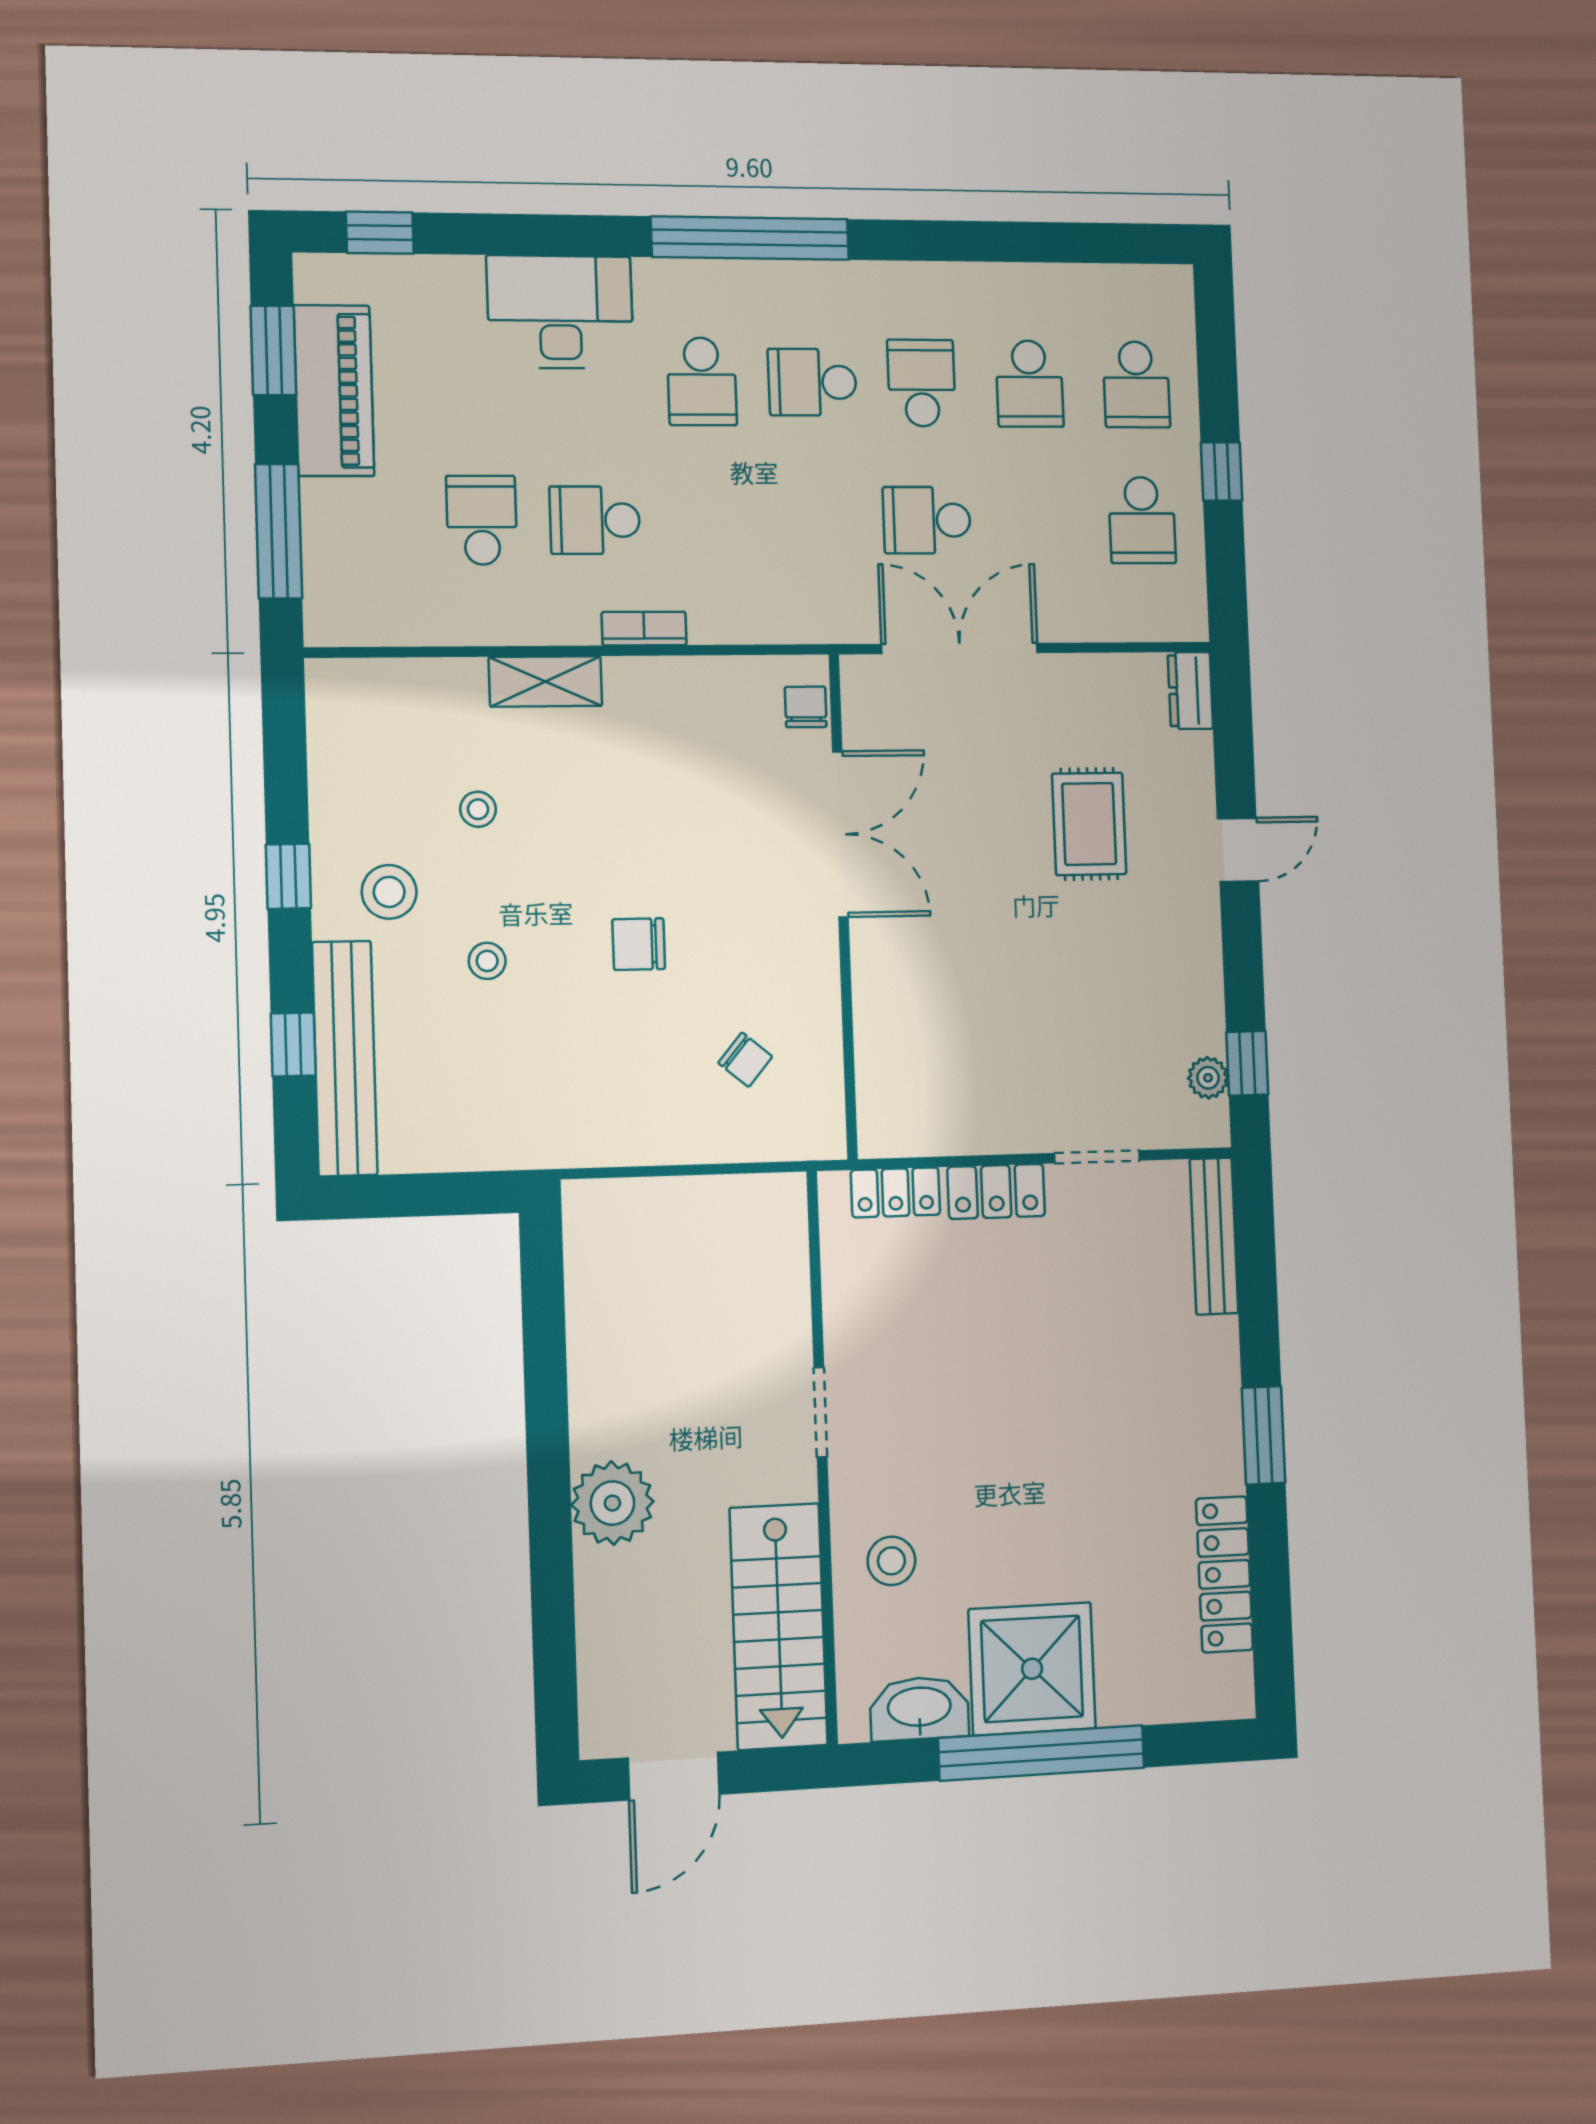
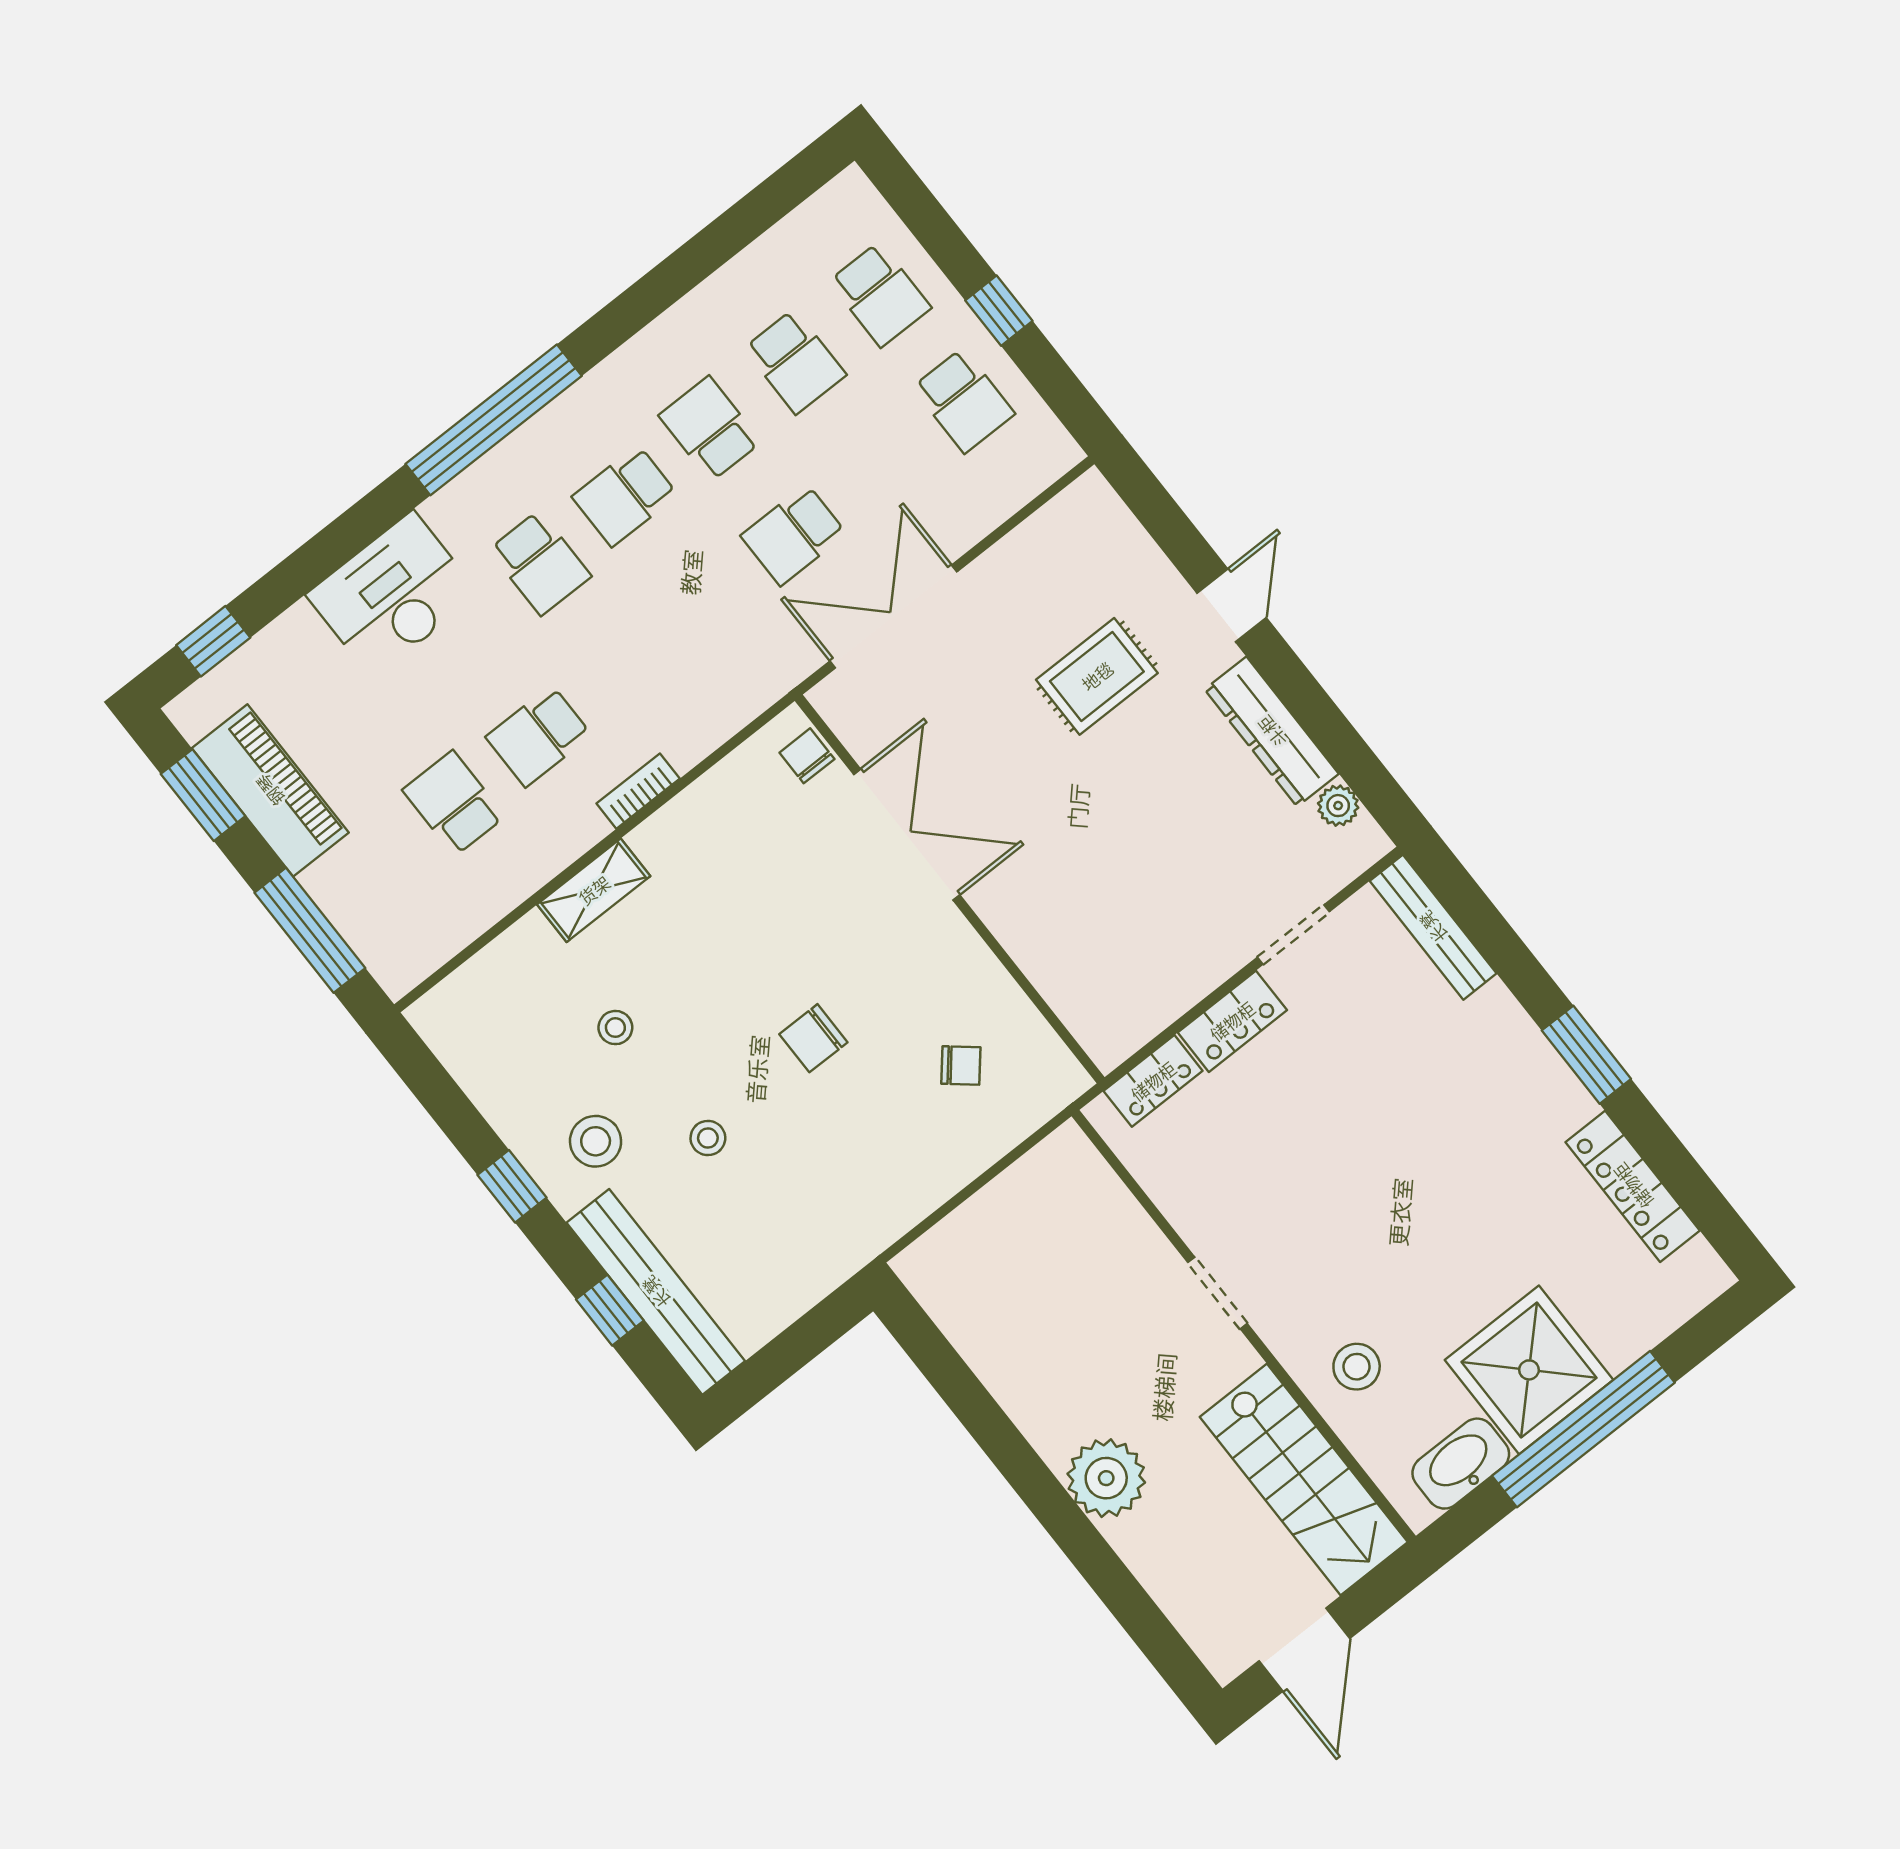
dresser: (1190, 691) -> (1272, 732), moved, width x1.96, depth x1.24
rug: (1089, 824) -> (1097, 676), turned 90
window: (1247, 1063) -> (1362, 770), removed

